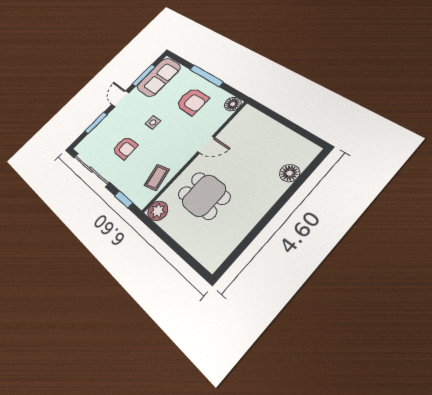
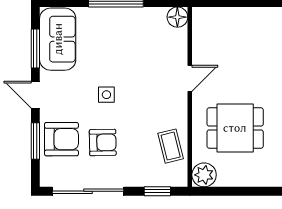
armchair: (192, 101) -> (61, 139), moved

